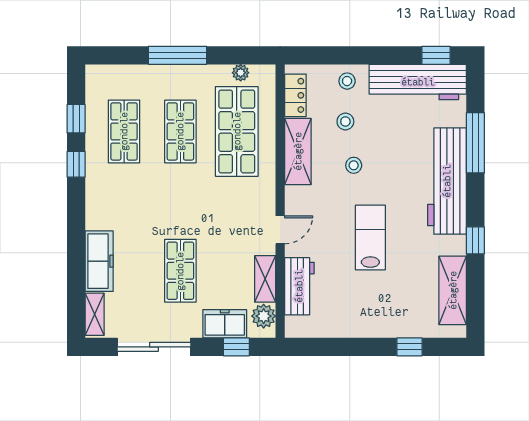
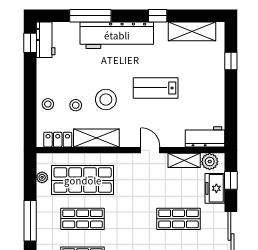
workbench: (418, 82) -> (46, 40), width x0.53, depth x0.76
stool: (354, 165) -> (106, 100), width x1.89, depth x1.89
workbench: (299, 286) -> (205, 137), moved

